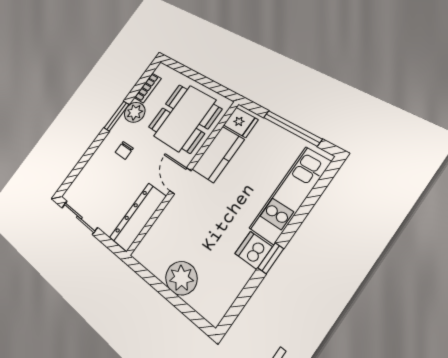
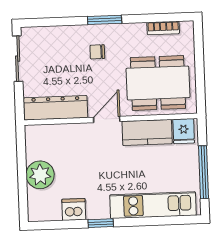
plant: (135, 112) -> (135, 34), removed
window: (117, 116) -> (105, 20), moved
dishwasher: (254, 250) -> (74, 209), moved

